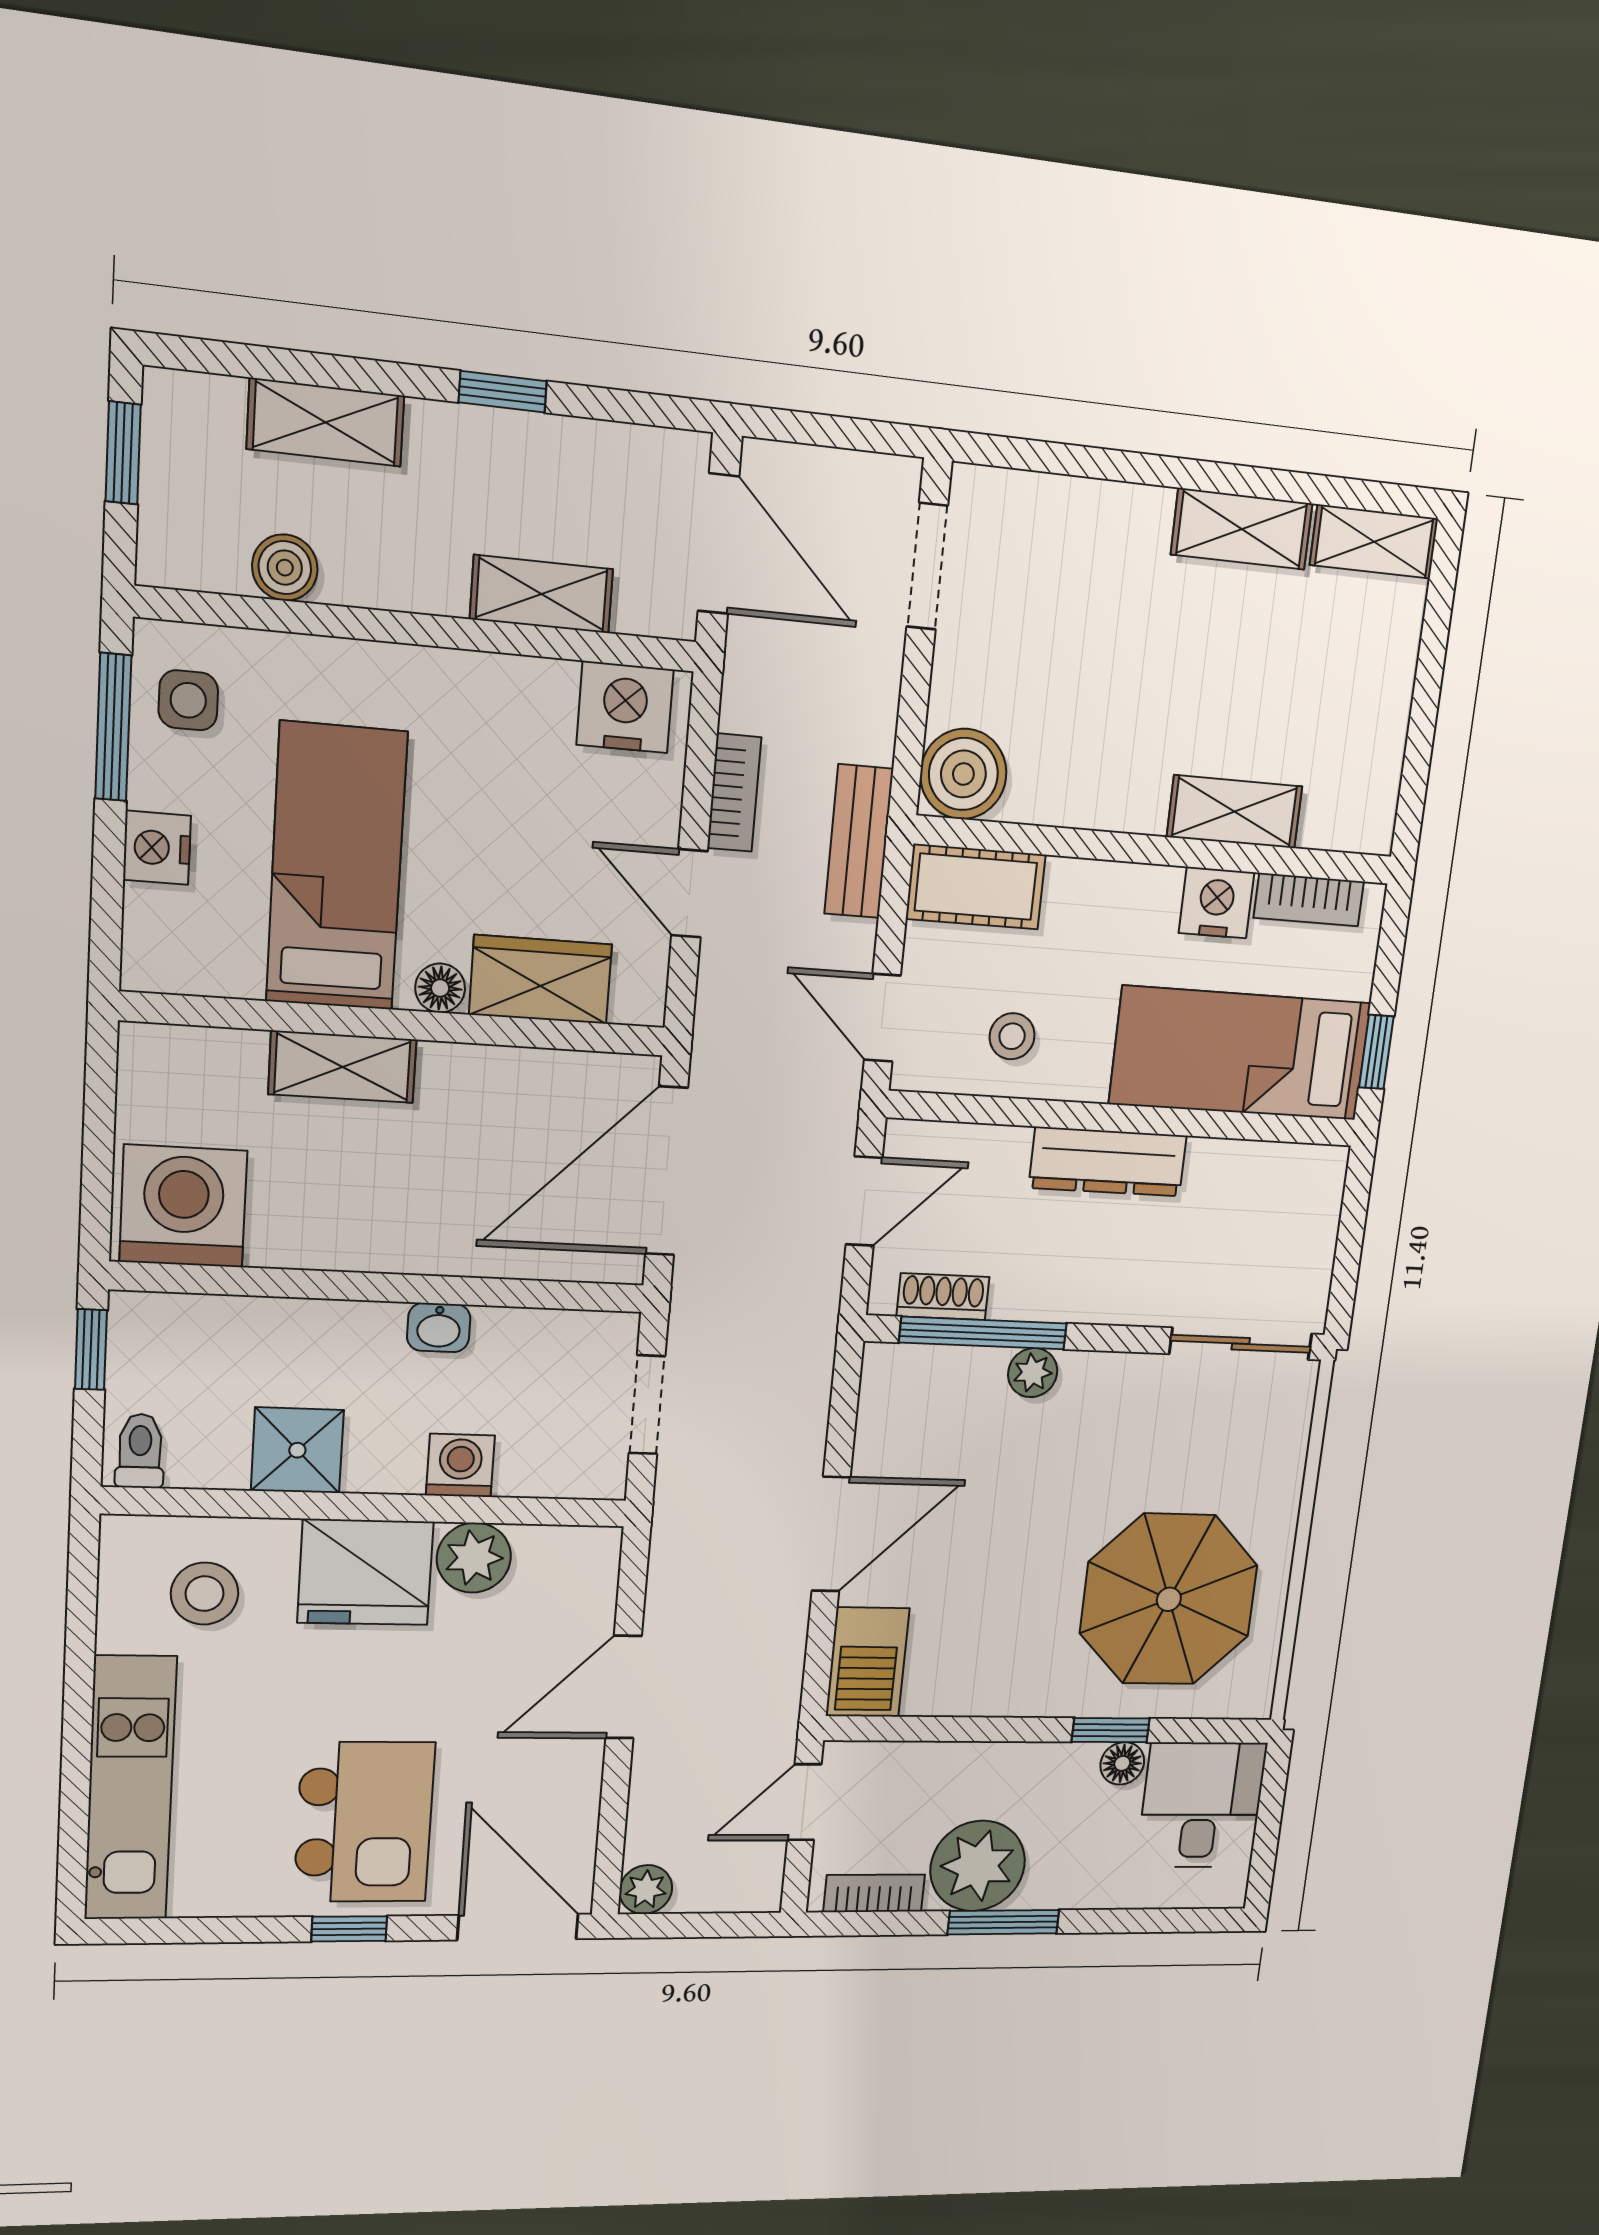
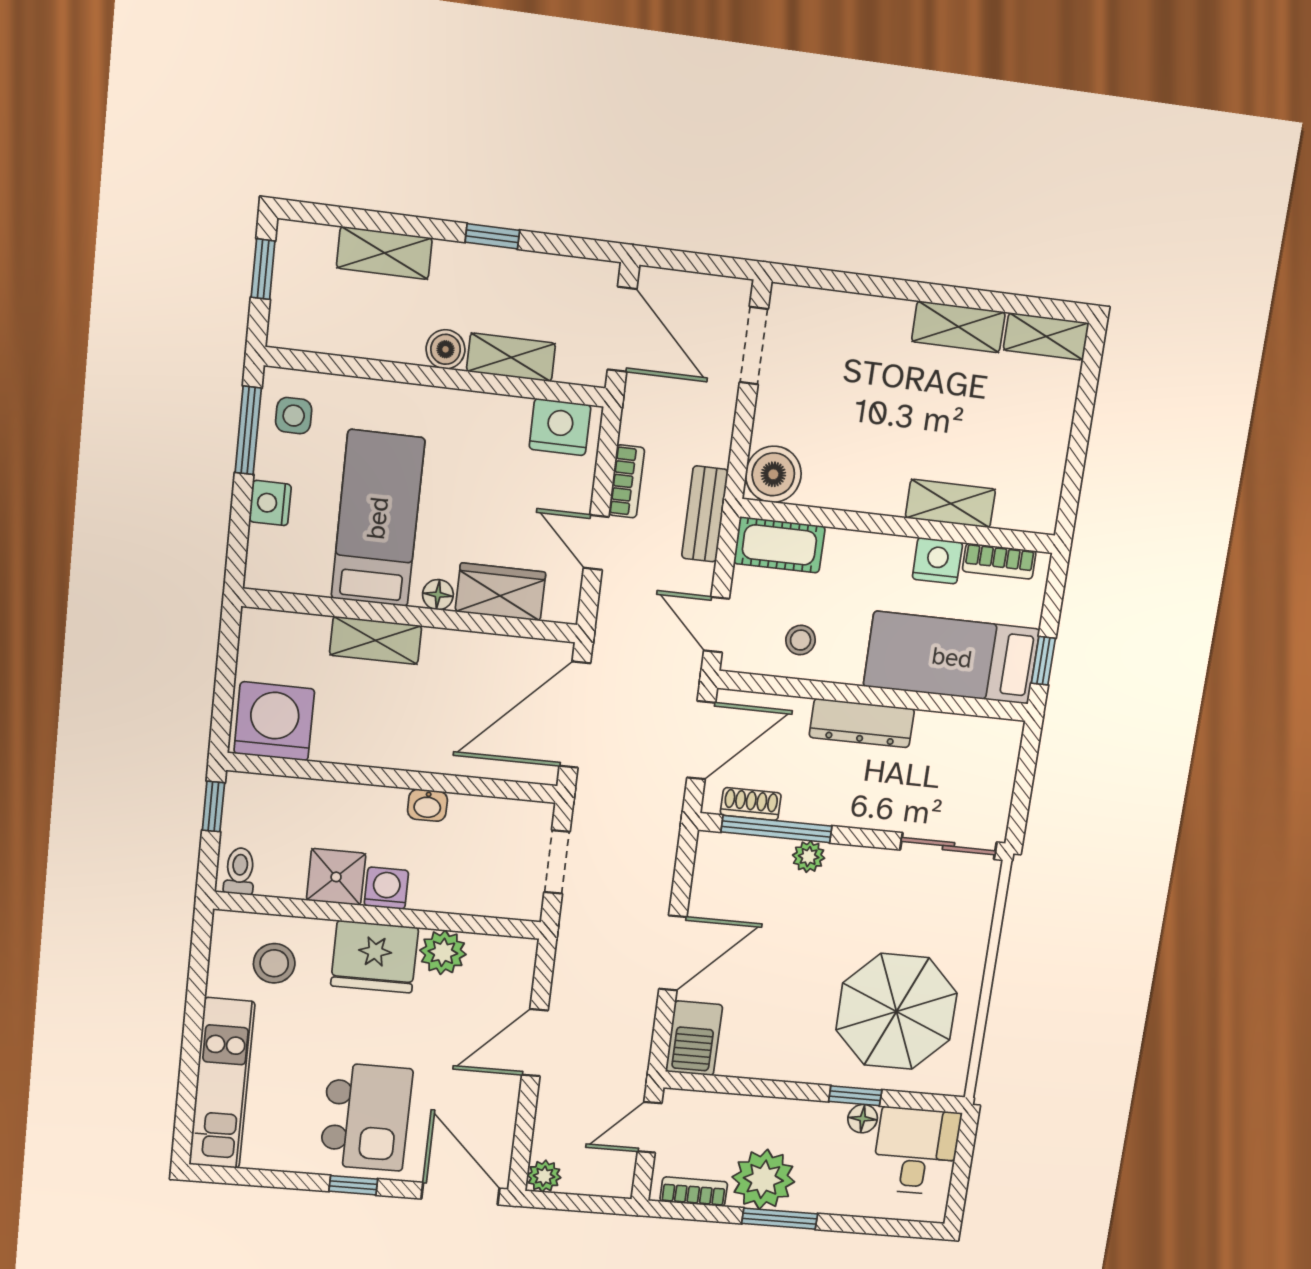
boiler: (285, 568) -> (446, 349), moved
door: (864, 1201) -> (701, 740), width x1.38
washing machine: (460, 1465) -> (386, 888), moved

